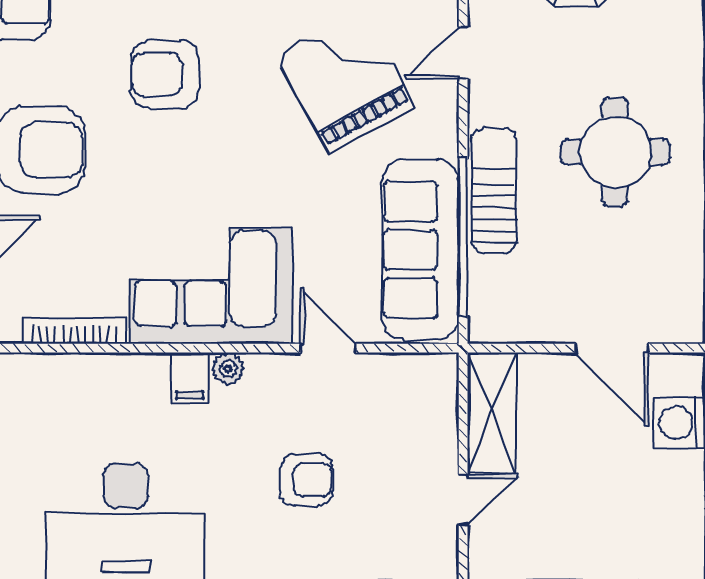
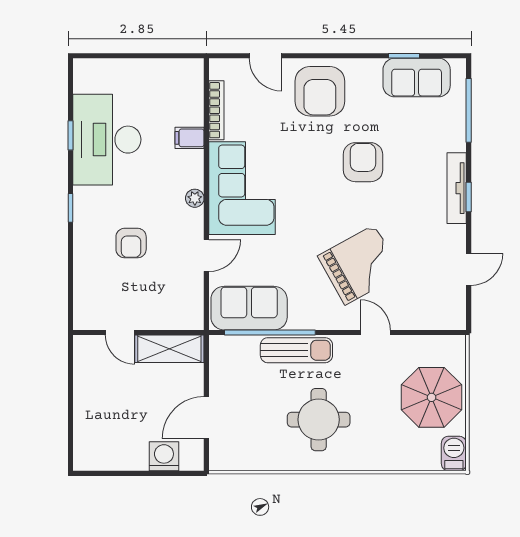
sofa: (420, 250) -> (249, 308), width x0.73
filing cabinet: (190, 378) -> (190, 138), moved

